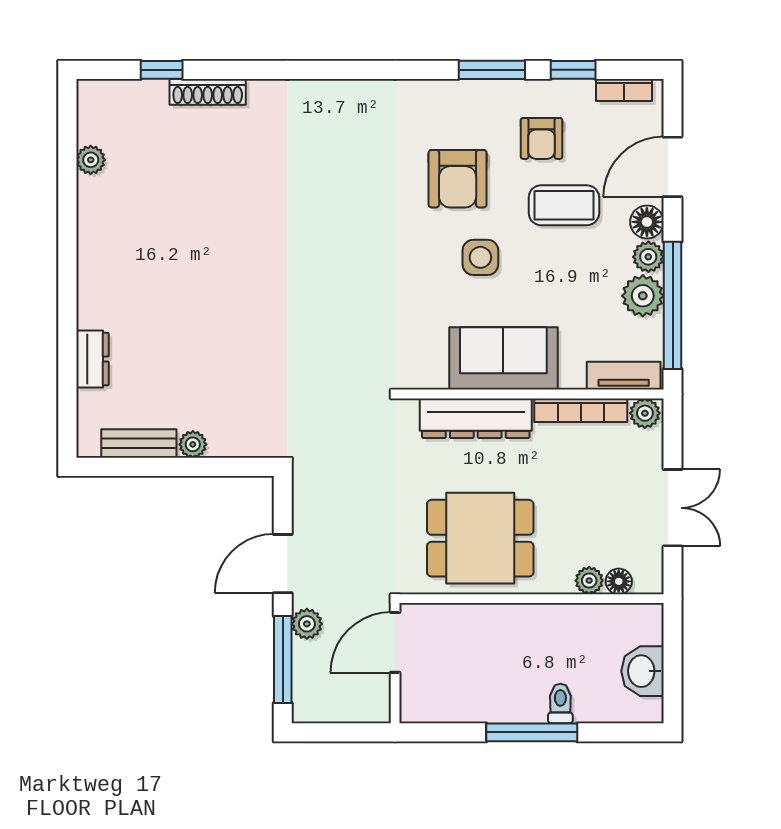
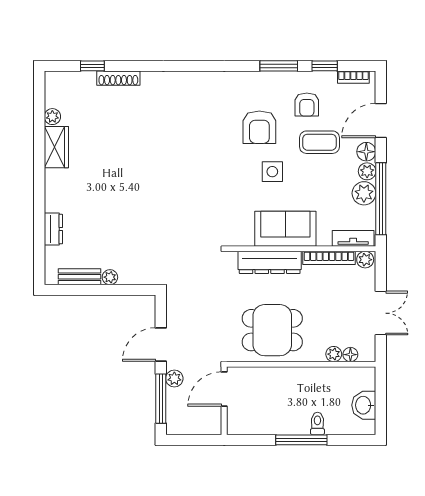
wardrobe: (98, 214) -> (56, 147), added

